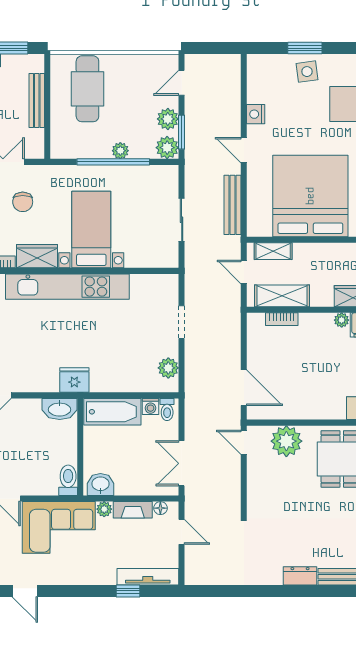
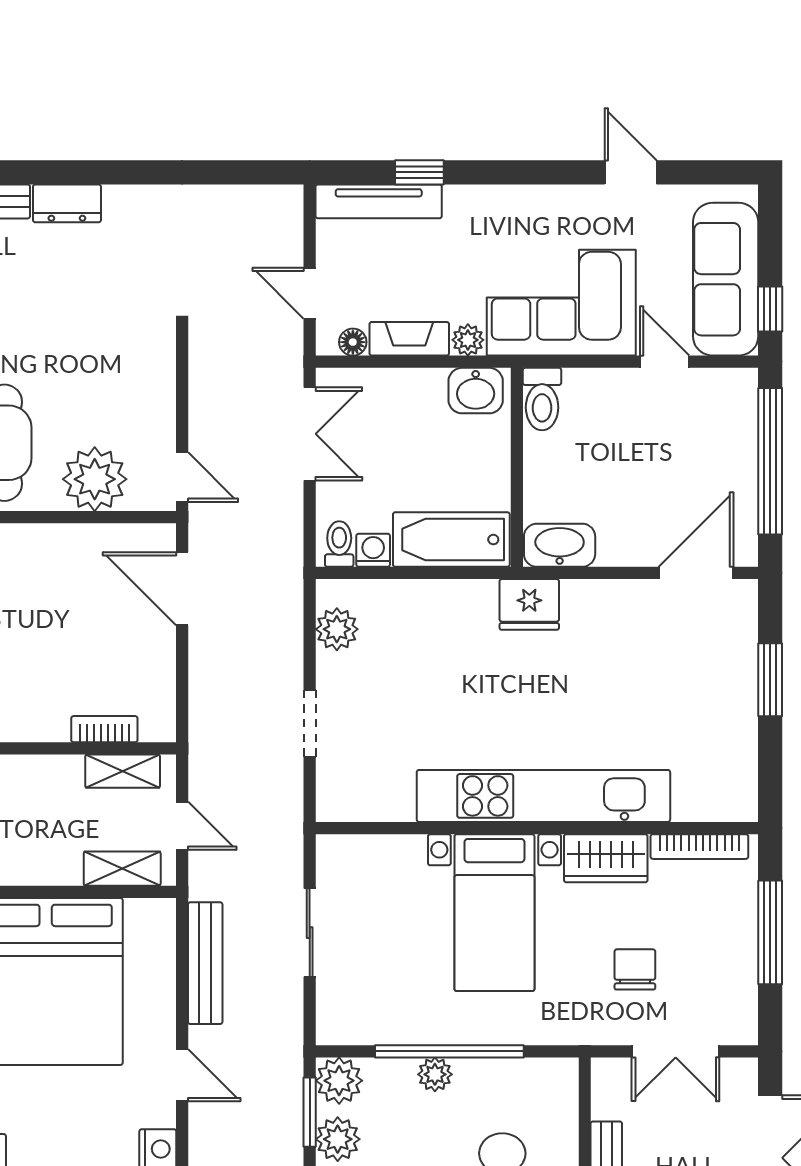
shelving: (282, 296) -> (123, 771), width x0.67, depth x0.75

